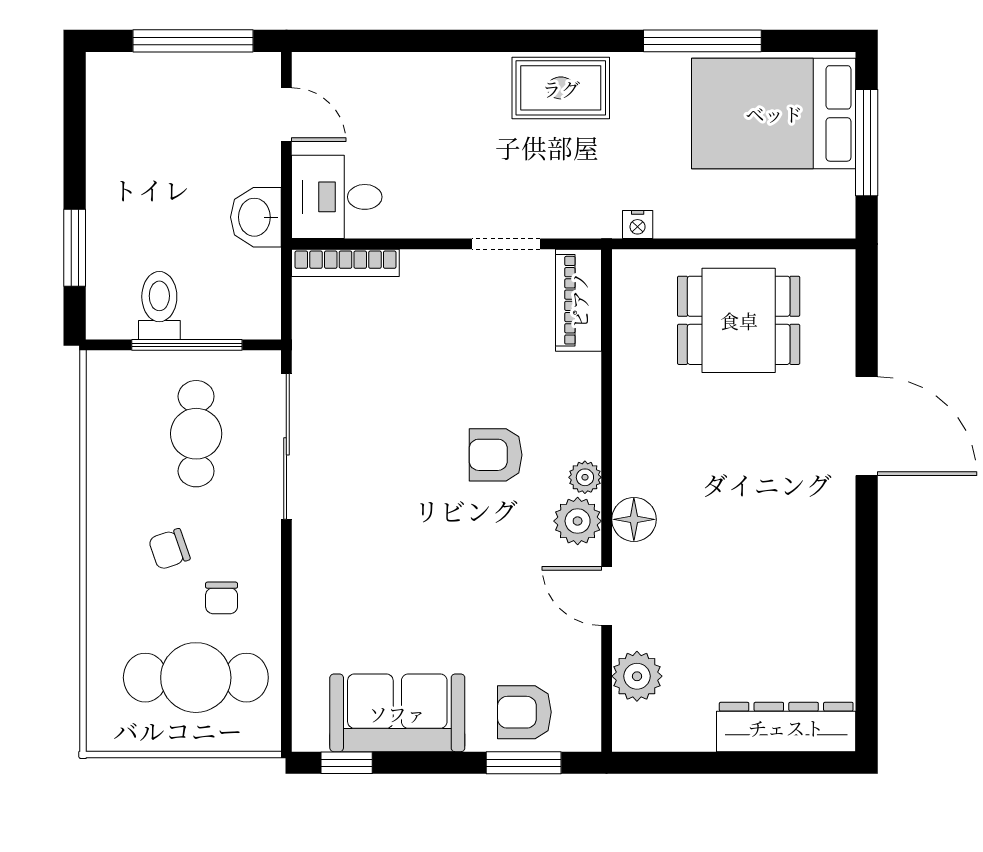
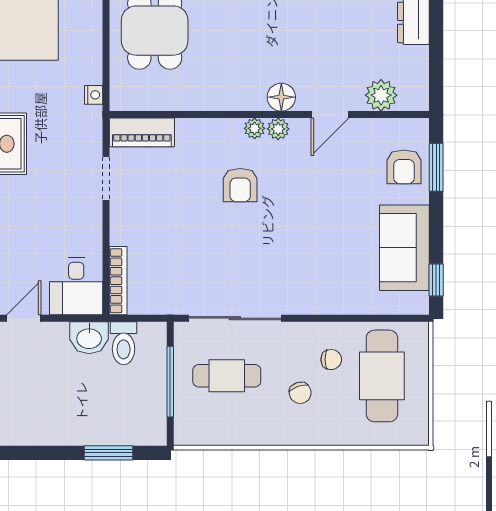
toilet: (159, 305) -> (124, 343), moved, turned -90
plant: (578, 521) -> (278, 129), width x0.73, depth x0.73

